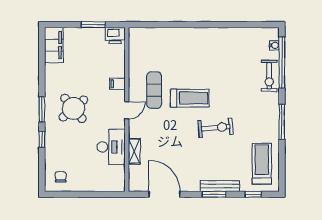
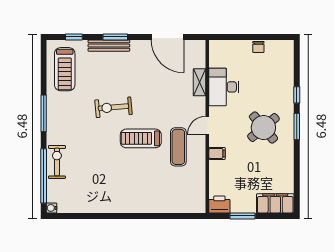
filing cabinet: (54, 45) -> (275, 203), moved, turned 90
water cooler: (274, 45) -> (52, 208), moved
chair: (61, 177) -> (258, 47), moved

